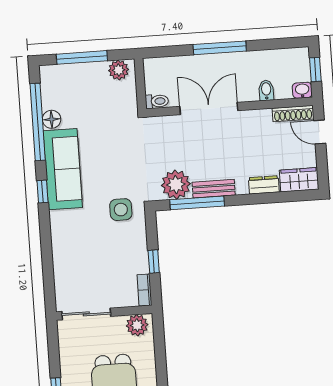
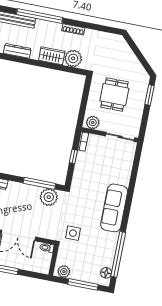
floor lamp: (52, 119) -> (106, 273), moved
sofa: (63, 169) -> (114, 208), moved
bench: (214, 189) -> (28, 189), removed
window: (43, 191) -> (126, 214), removed
side table: (121, 210) -> (73, 233), moved

